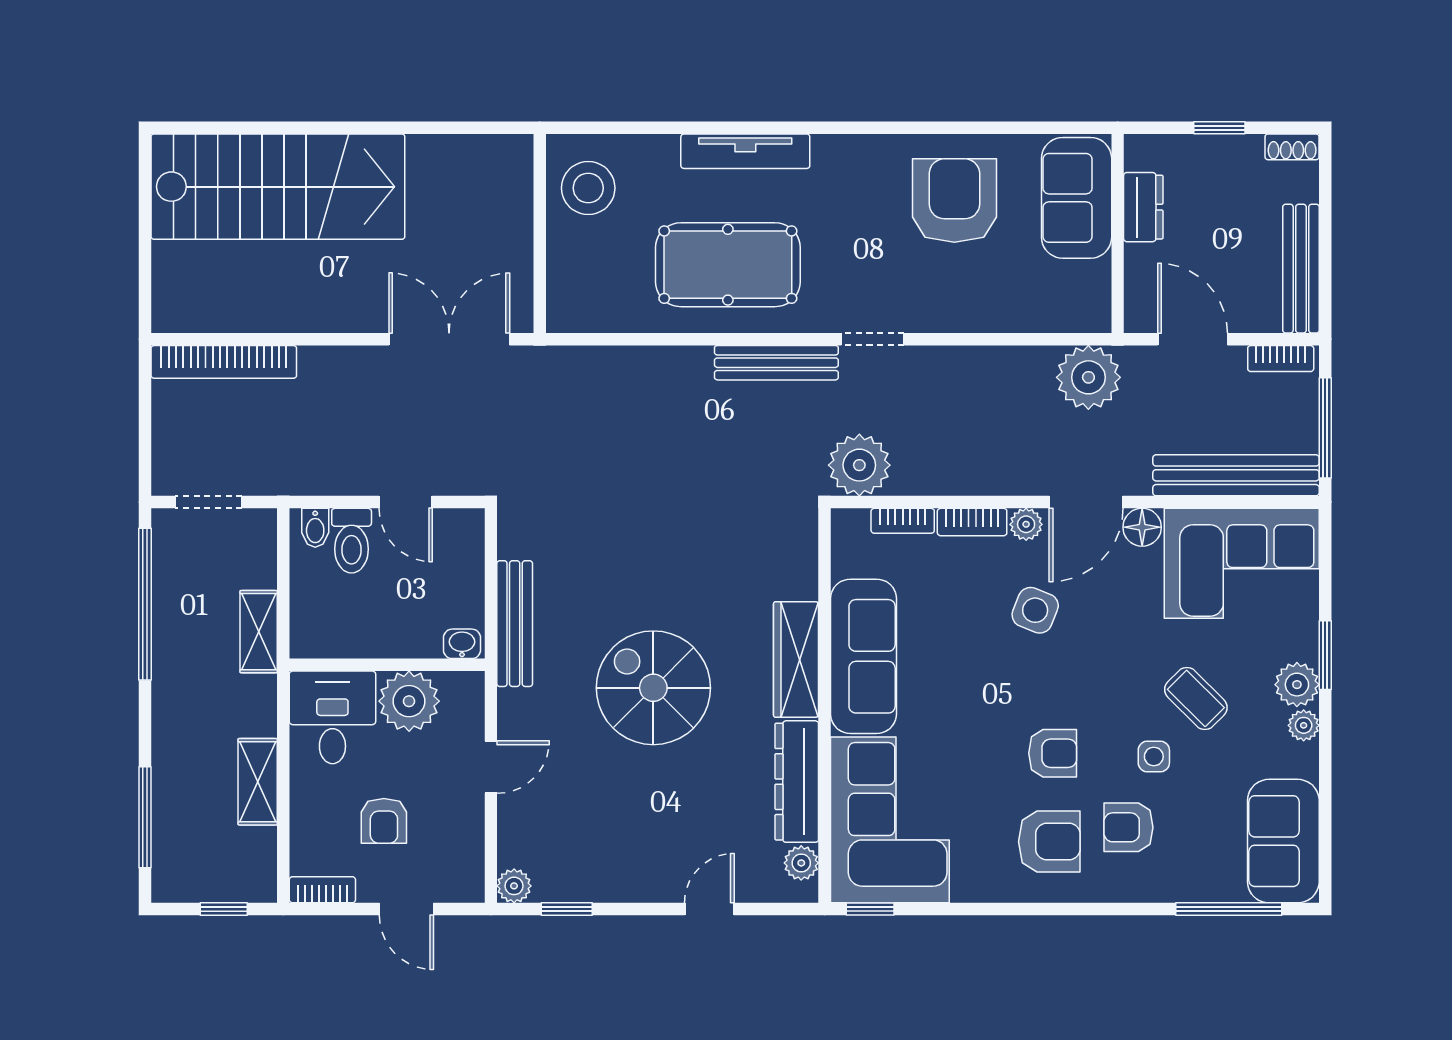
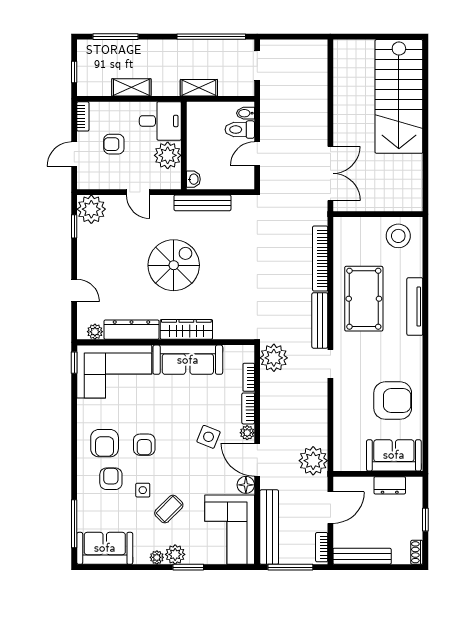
bookcase: (224, 362) -> (320, 259), moved
plant: (514, 886) -> (91, 209), width x1.88, depth x1.88

